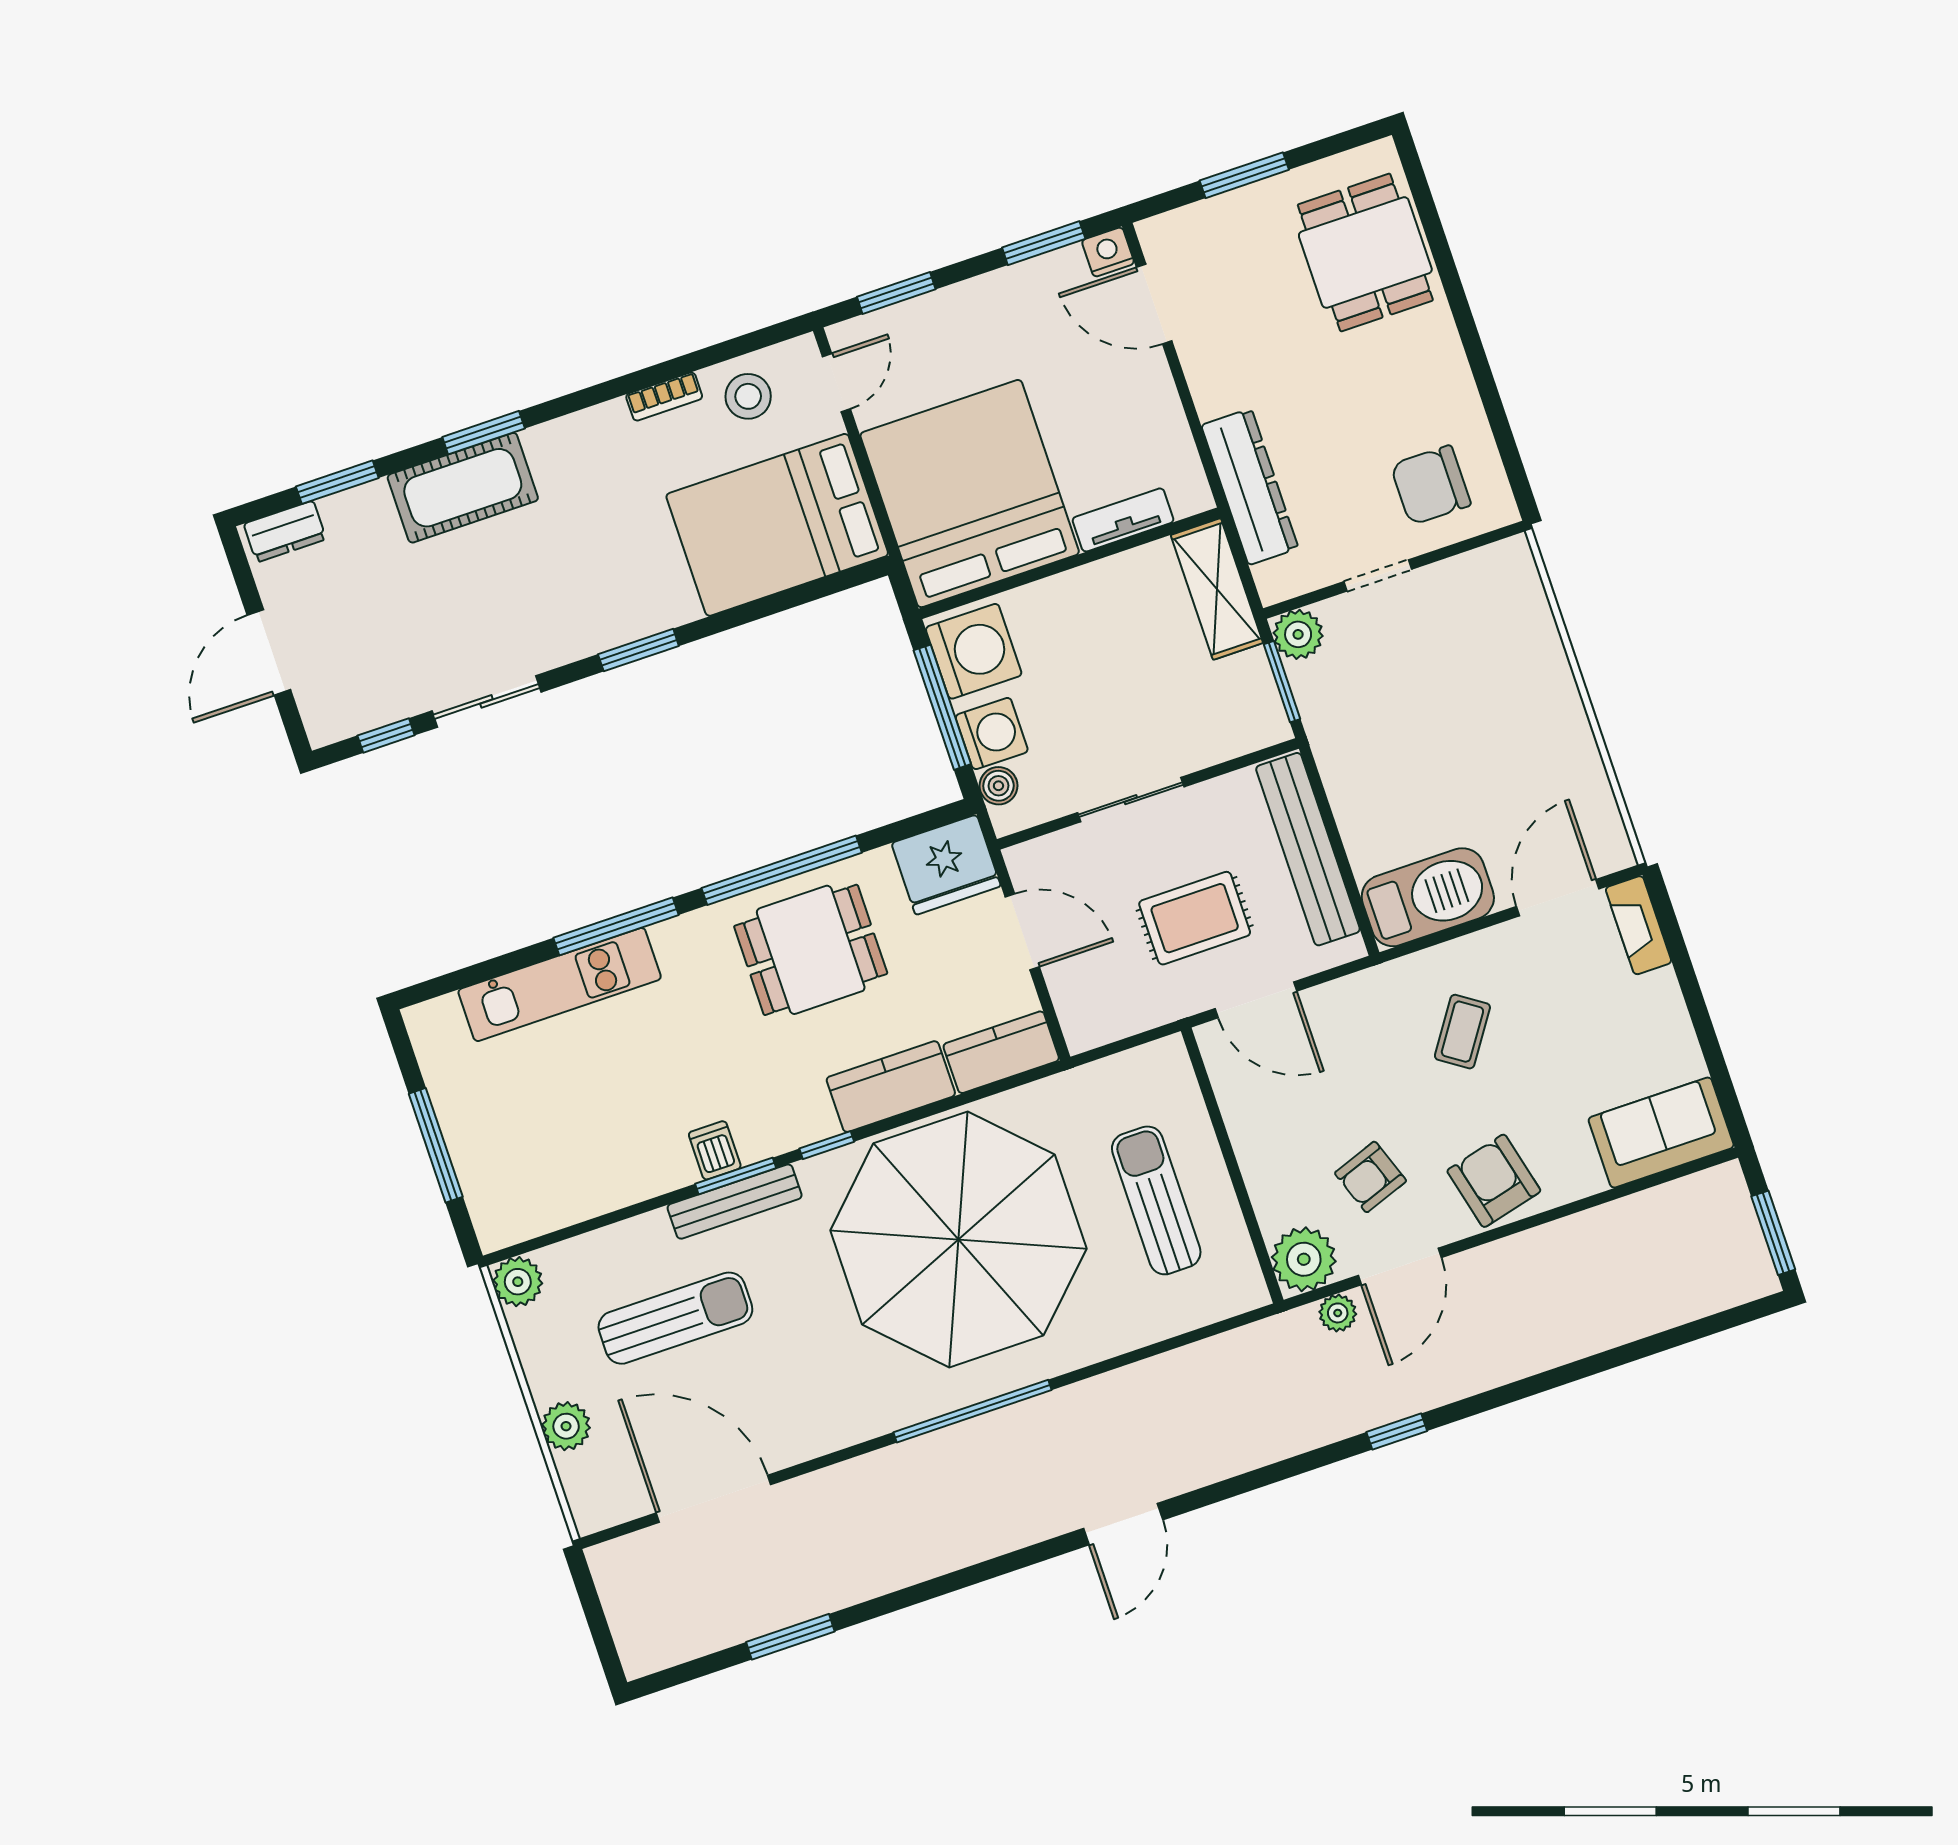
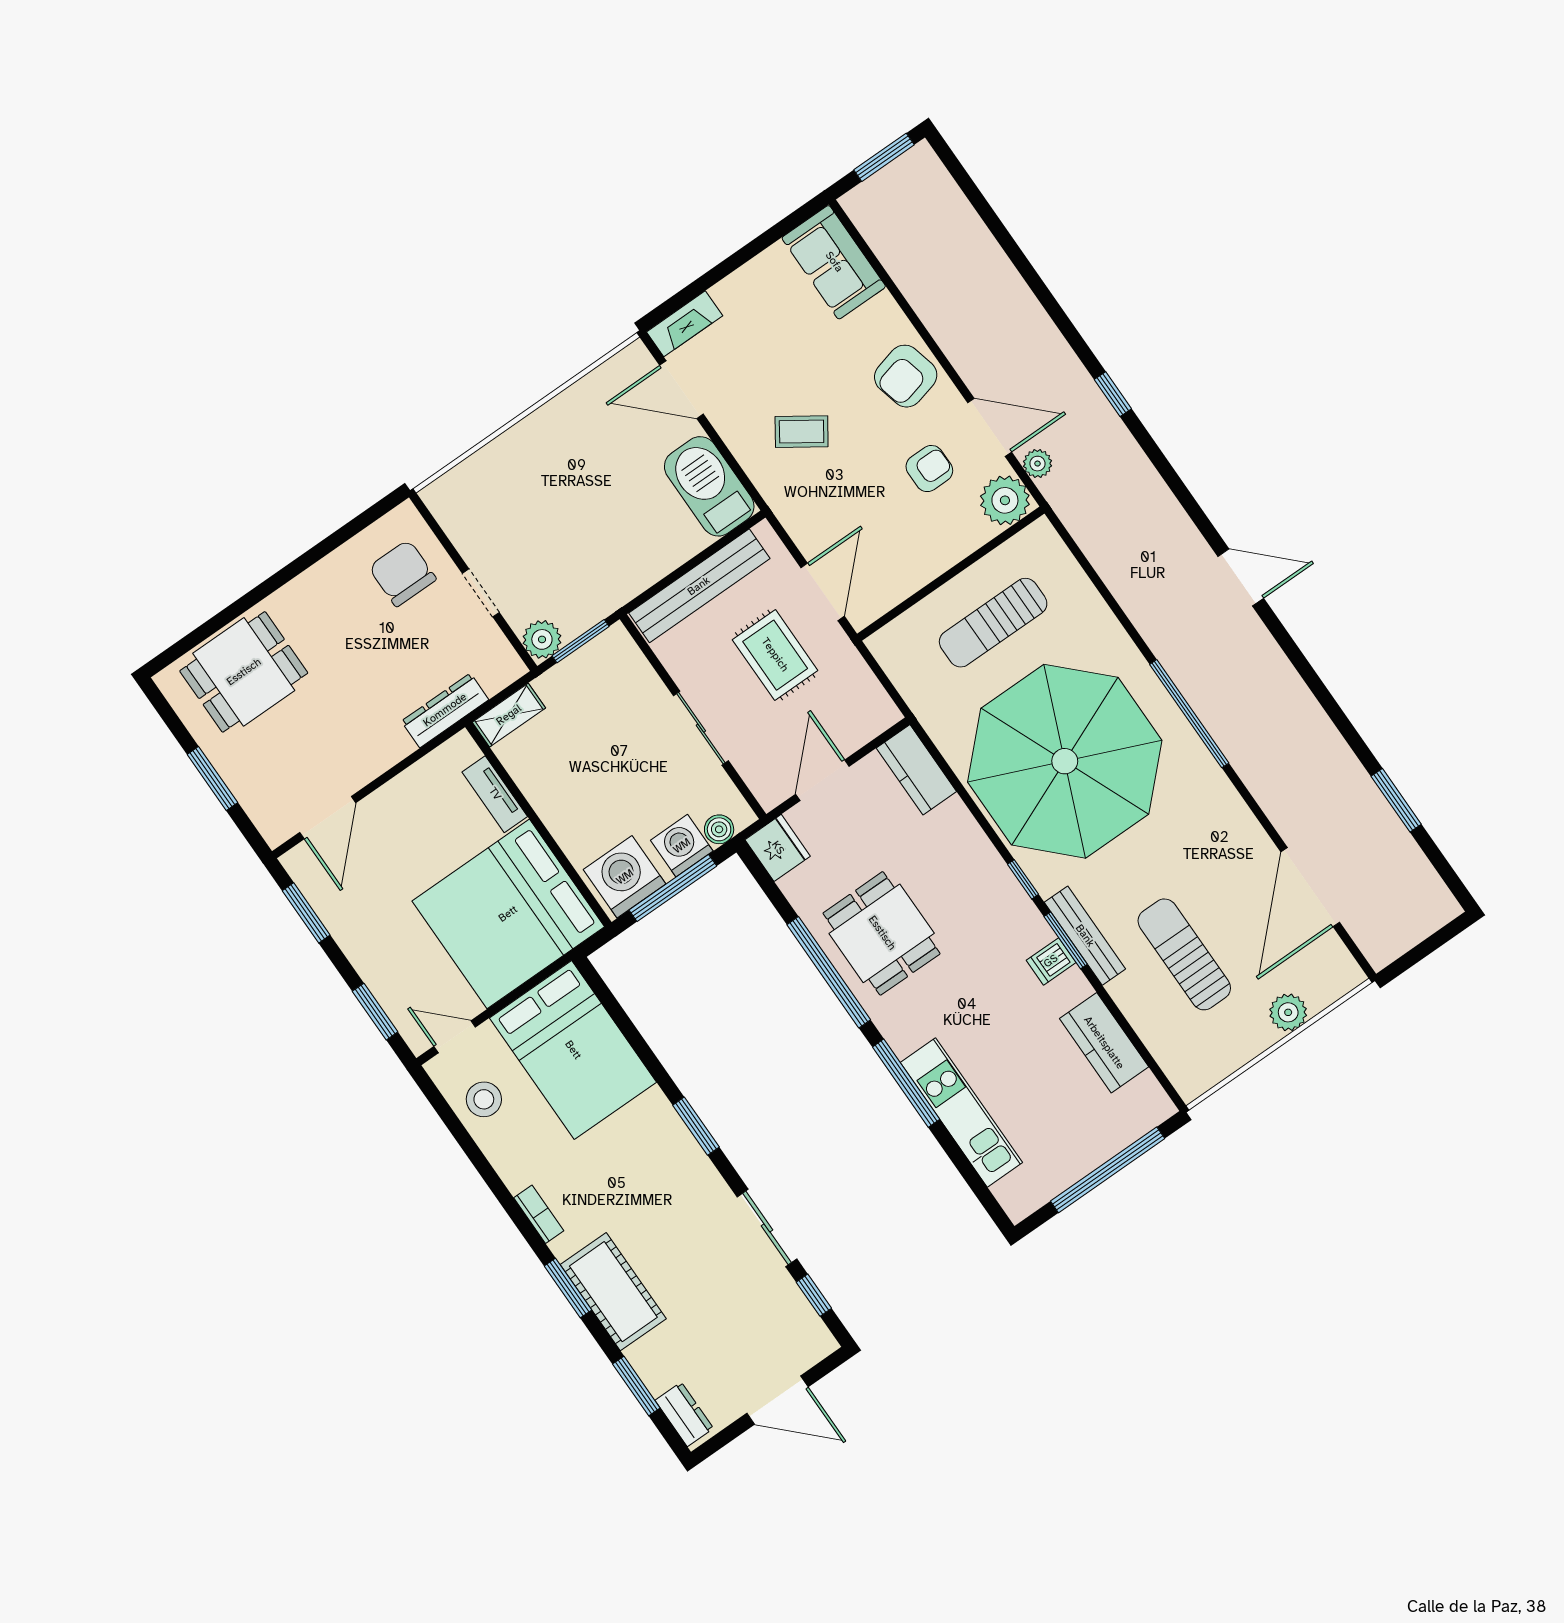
nightstand: (1108, 252) -> (299, 863), removed
bookcase: (664, 397) -> (539, 1214), moved
chair: (1431, 485) -> (402, 573), turned 180
dresser: (1250, 487) -> (445, 710), width x0.73, depth x0.80
shelving: (1217, 589) -> (509, 715), width x0.67, depth x0.75
fridge: (946, 865) -> (778, 848), width x0.73, depth x0.75
kitchen counter: (891, 1087) -> (1104, 1043), moved
window: (436, 1145) -> (1108, 1170), width x1.46
armchair: (1371, 1177) -> (929, 469), turned -70
plant: (518, 1282) -> (1191, 1079), removed

